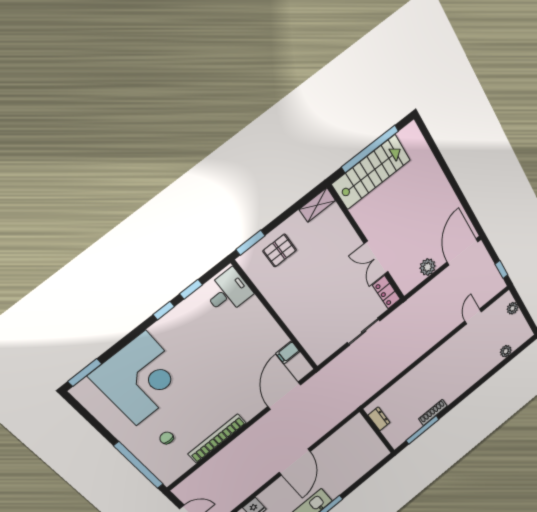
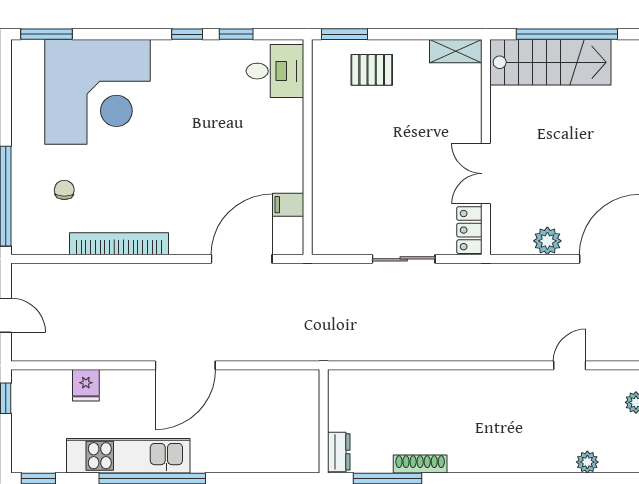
dresser: (379, 419) -> (339, 452), moved

